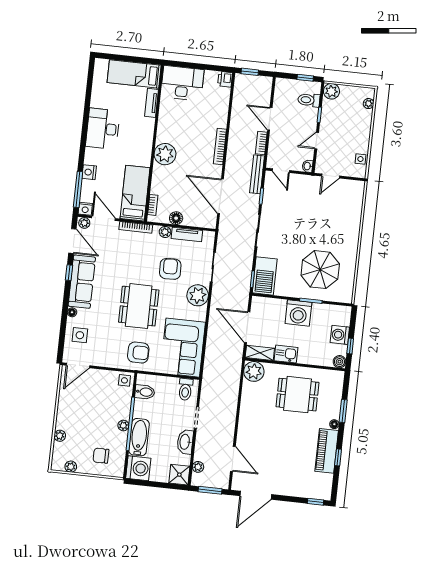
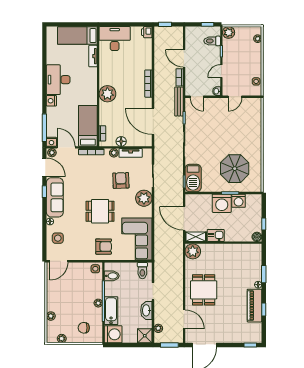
nightstand: (89, 172) -> (51, 101), moved
dining table: (139, 306) -> (100, 211), width x0.73
washing machine: (340, 335) -> (239, 201), moved, turned -90
dining table: (298, 395) -> (204, 290), moved, turned 90

